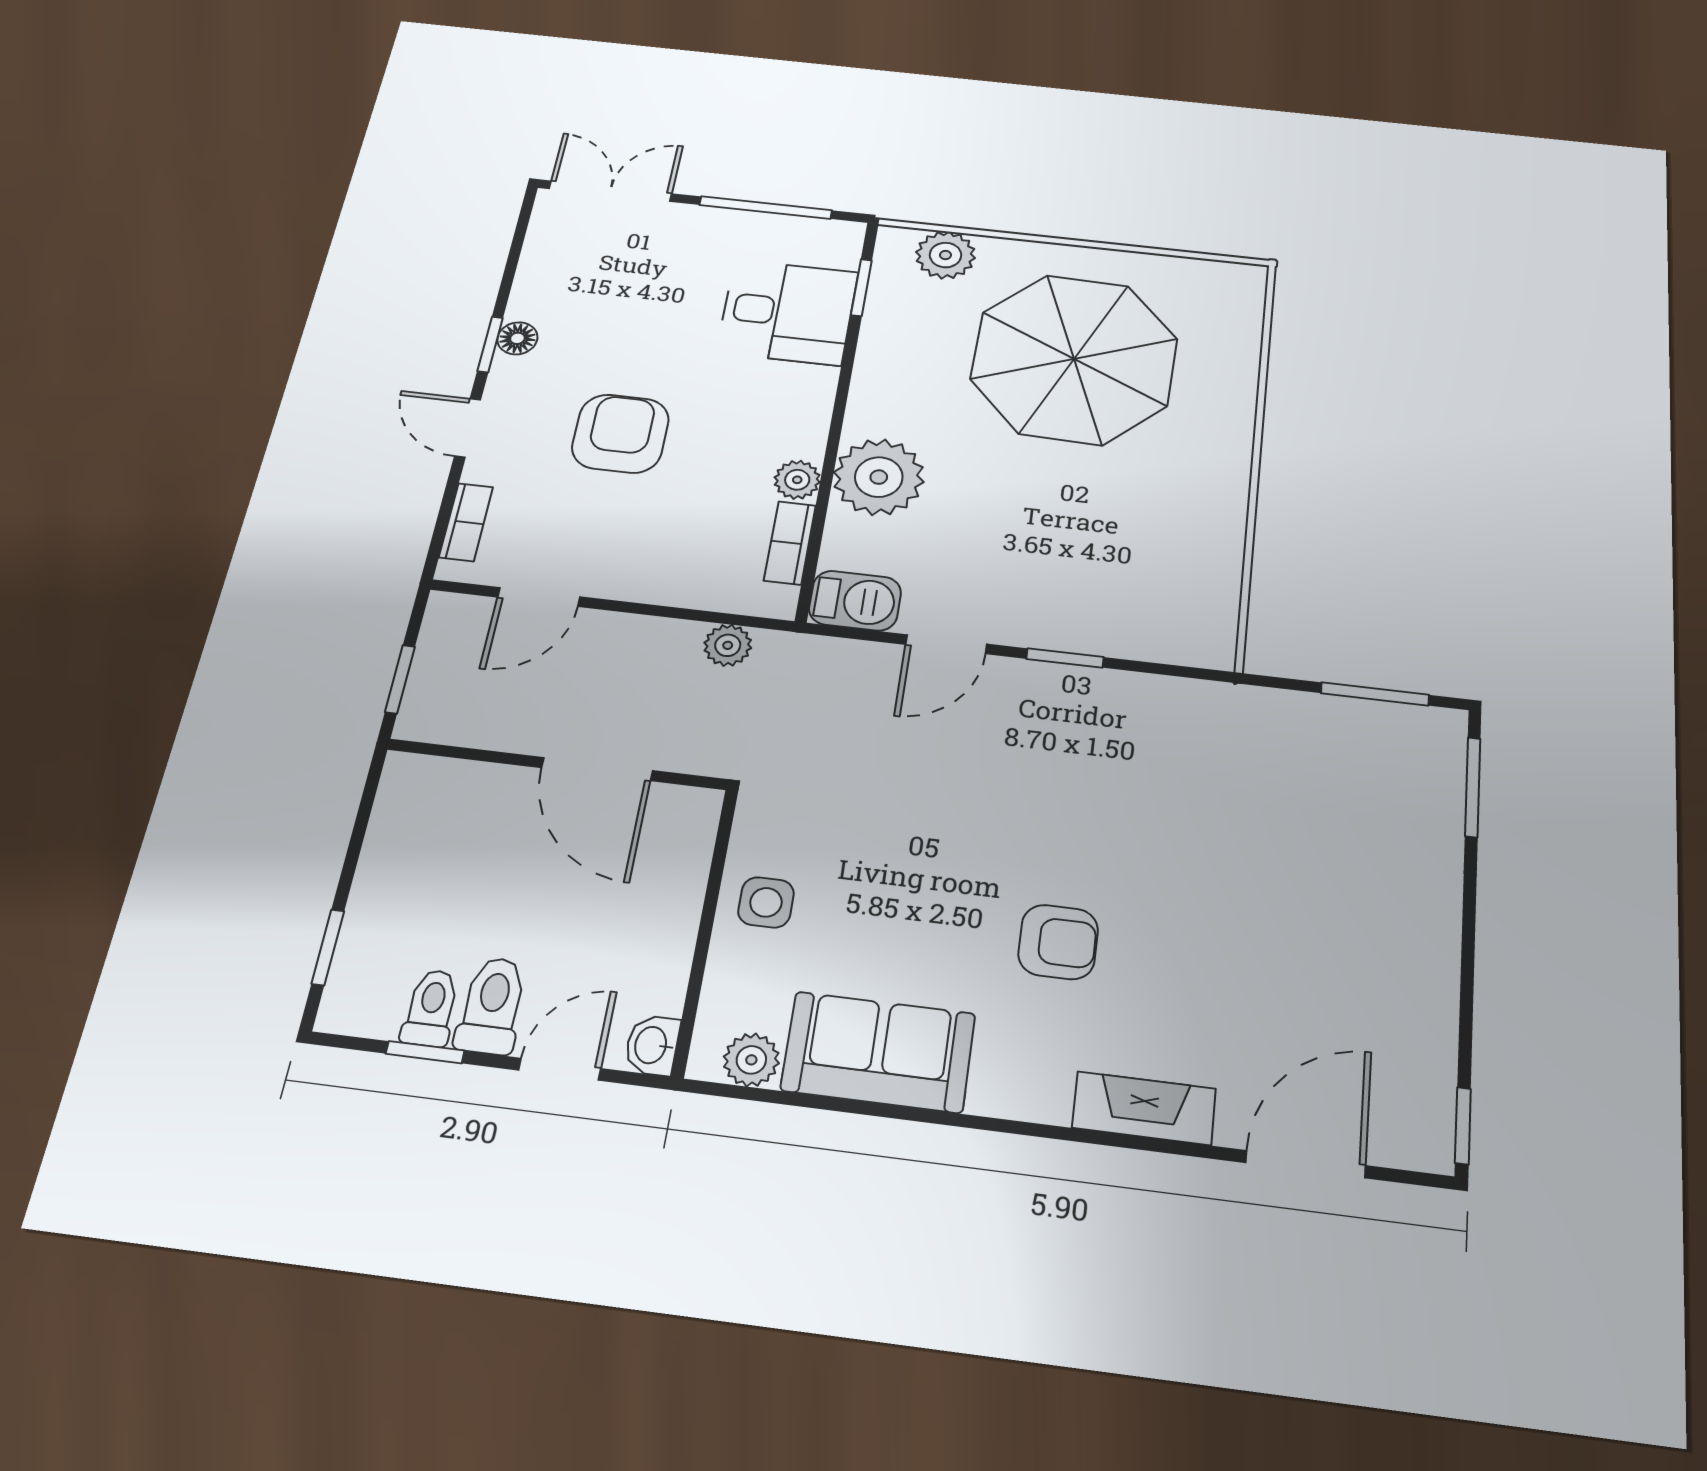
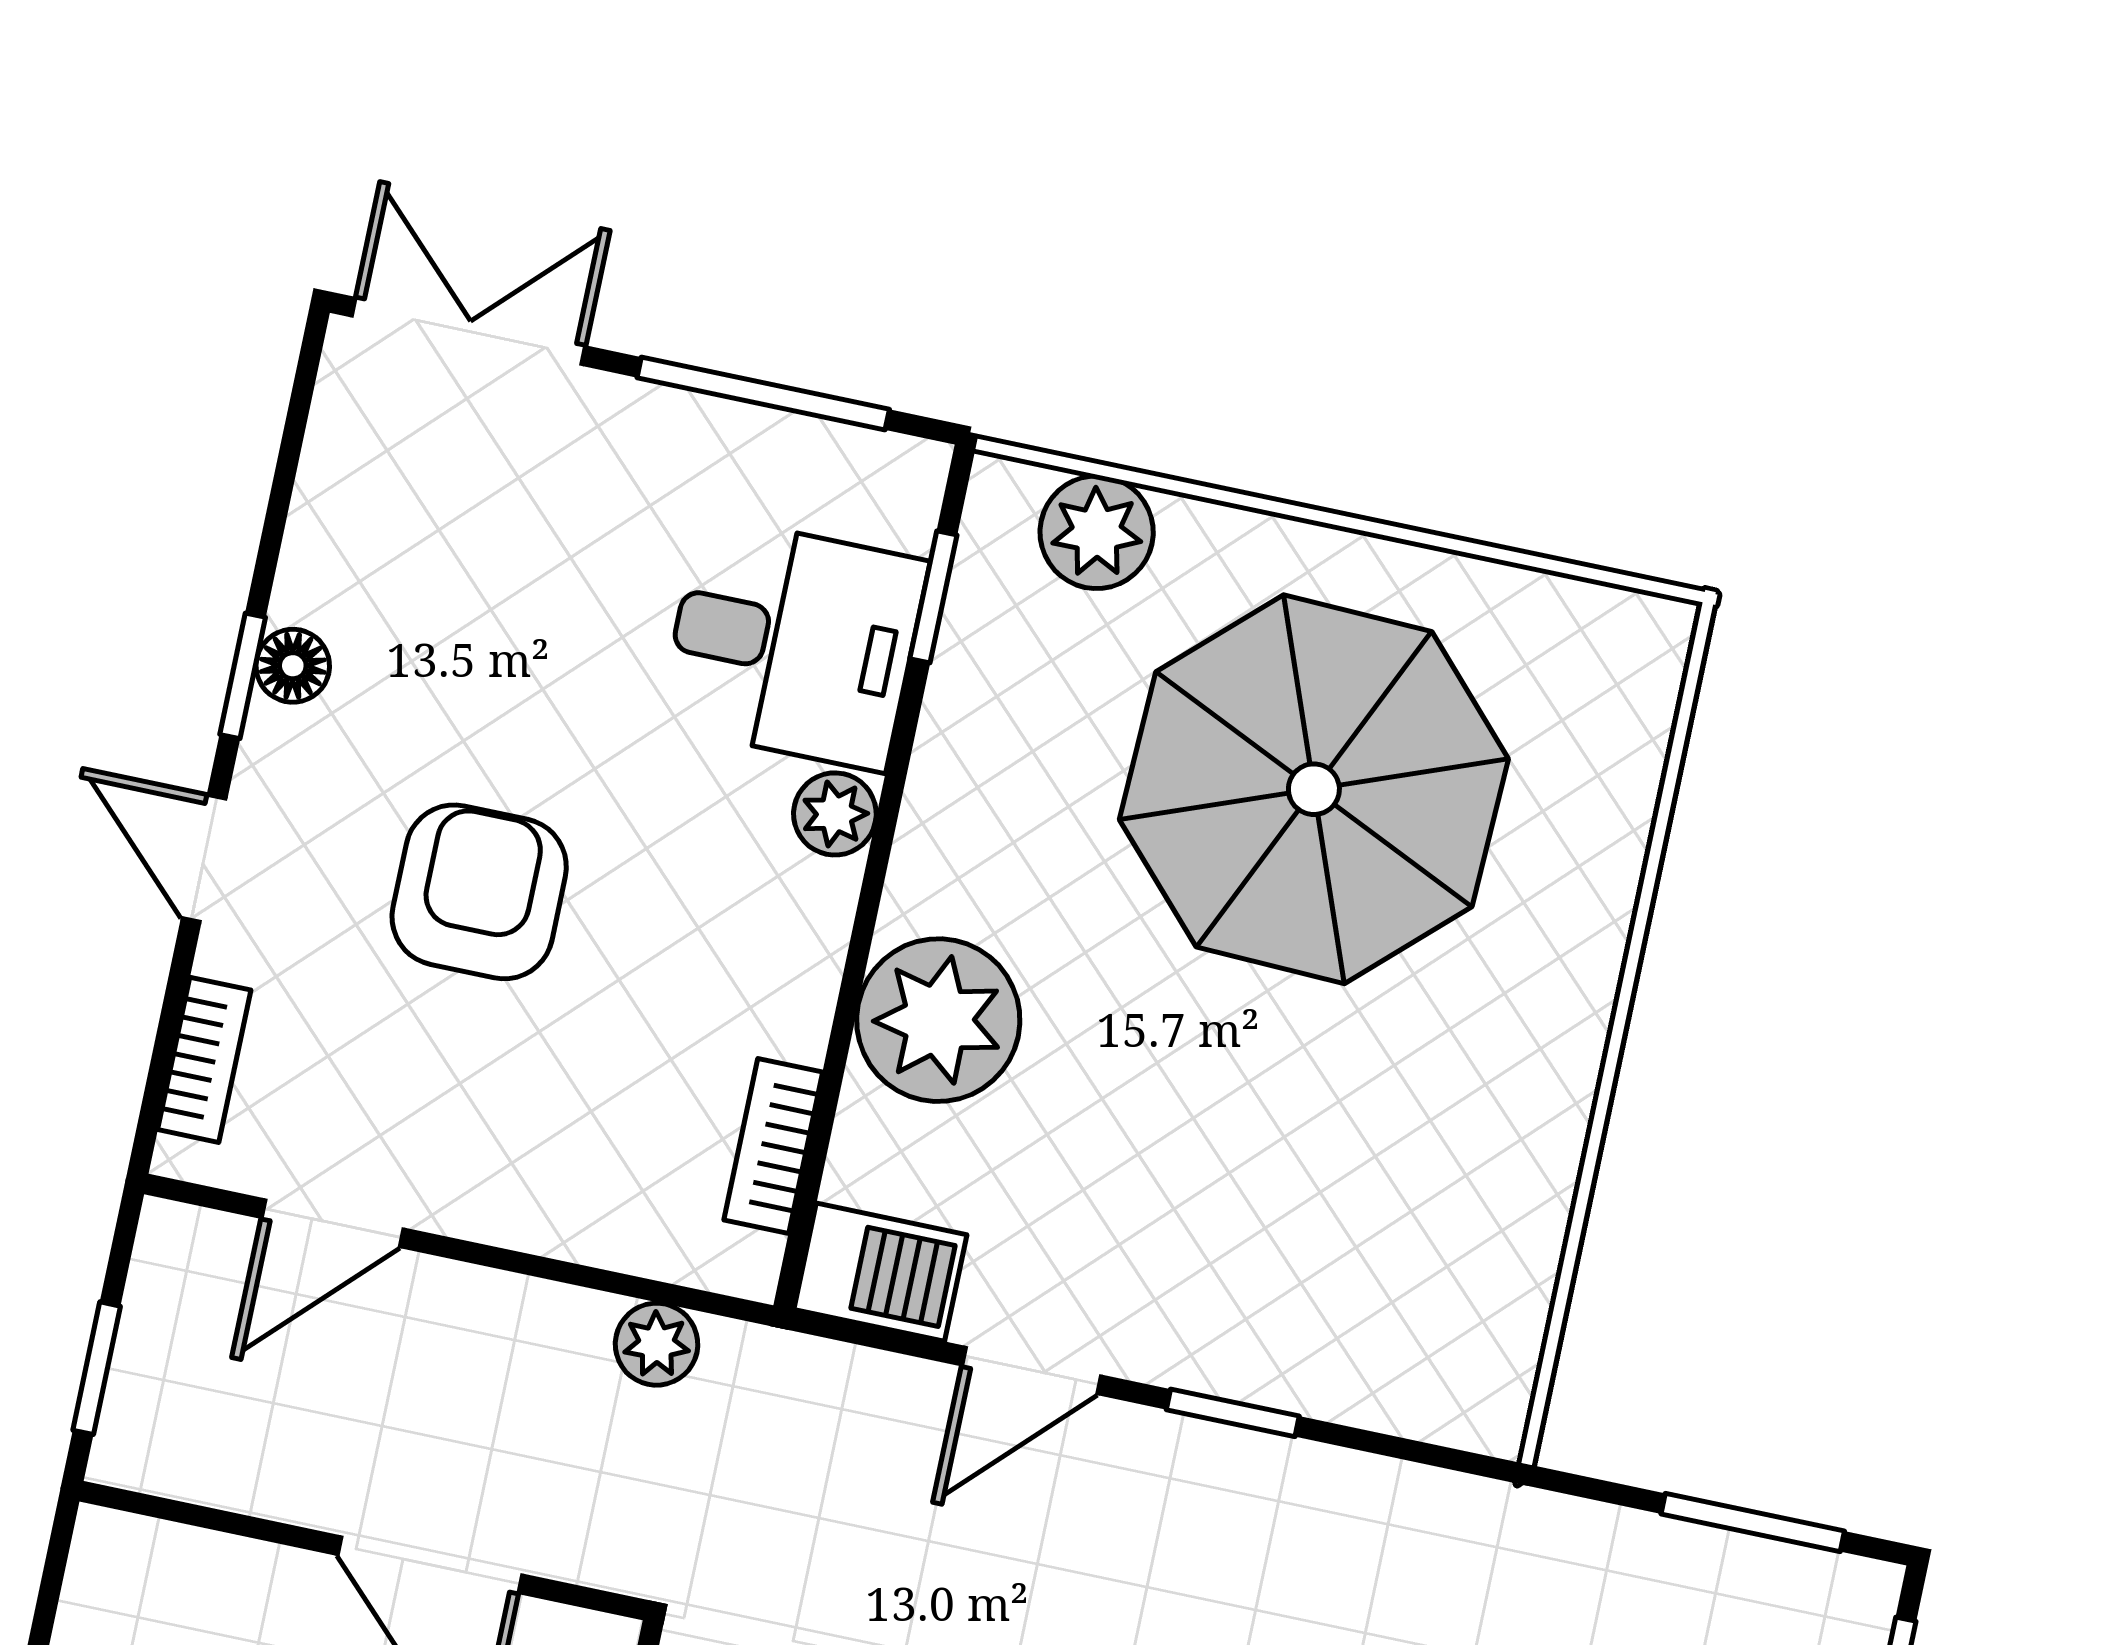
plant: (797, 480) -> (835, 814), moved

